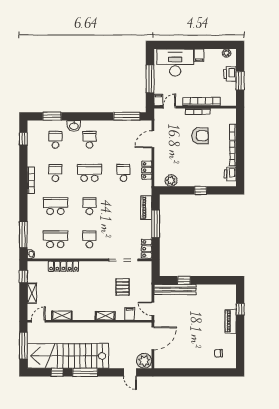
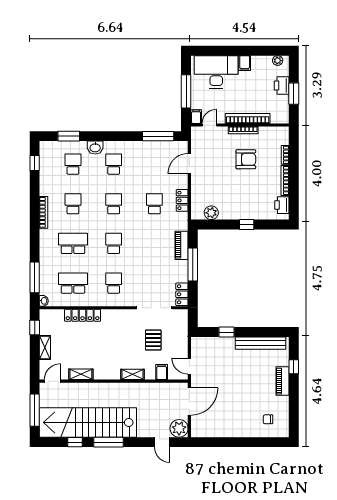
school desk: (89, 173) -> (114, 204), width x0.54
bench: (175, 289) -> (260, 343), moved

